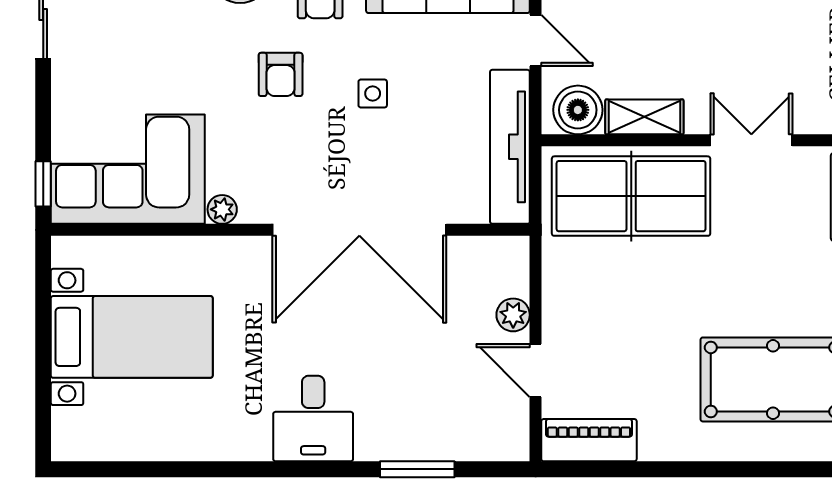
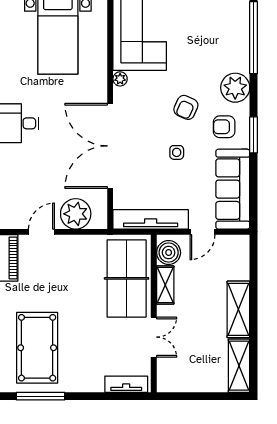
armchair: (281, 74) -> (186, 107), turned -66
plant: (513, 315) -> (76, 214), width x1.88, depth x1.88

